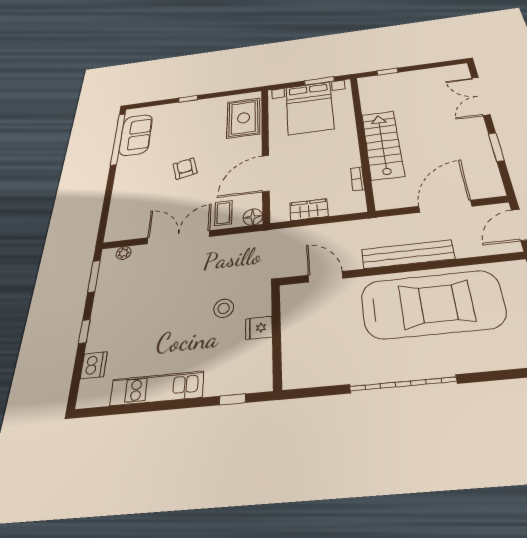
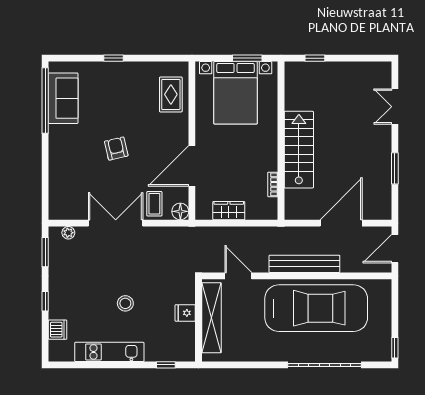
double door: (481, 96) -> (395, 107), width x0.73
rug: (243, 118) -> (171, 94), width x0.73, depth x0.70
stool: (224, 308) -> (125, 303), moved
shelving: (293, 330) -> (211, 318), added
garage door: (403, 384) -> (325, 365), moved

